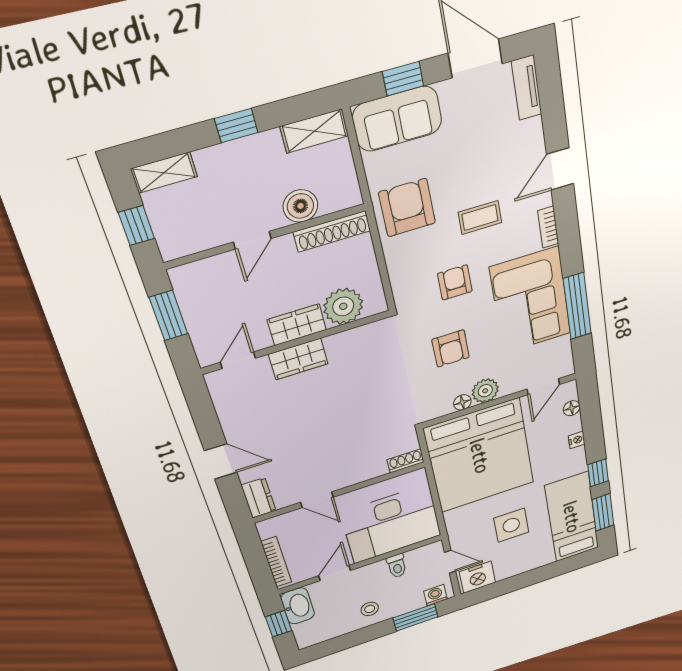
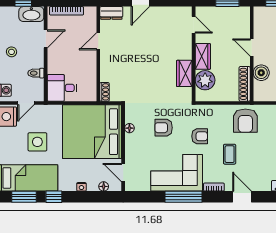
armchair: (407, 208) -> (245, 121), turned 90
window: (577, 306) -> (184, 197), moved
wardrobe: (298, 359) -> (184, 73), moved
plant: (485, 391) -> (132, 141), removed
desk: (391, 524) -> (62, 88), width x0.53, depth x0.77
door: (335, 573) -> (46, 39), hinge flipped

